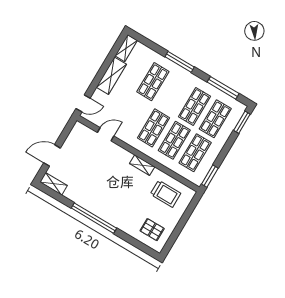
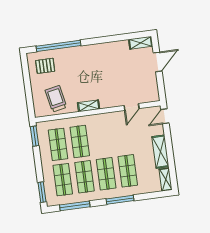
shop shelf: (154, 128) -> (106, 174), moved
trolley: (165, 194) -> (56, 99), turned 79
window: (94, 218) -> (58, 46), moved

